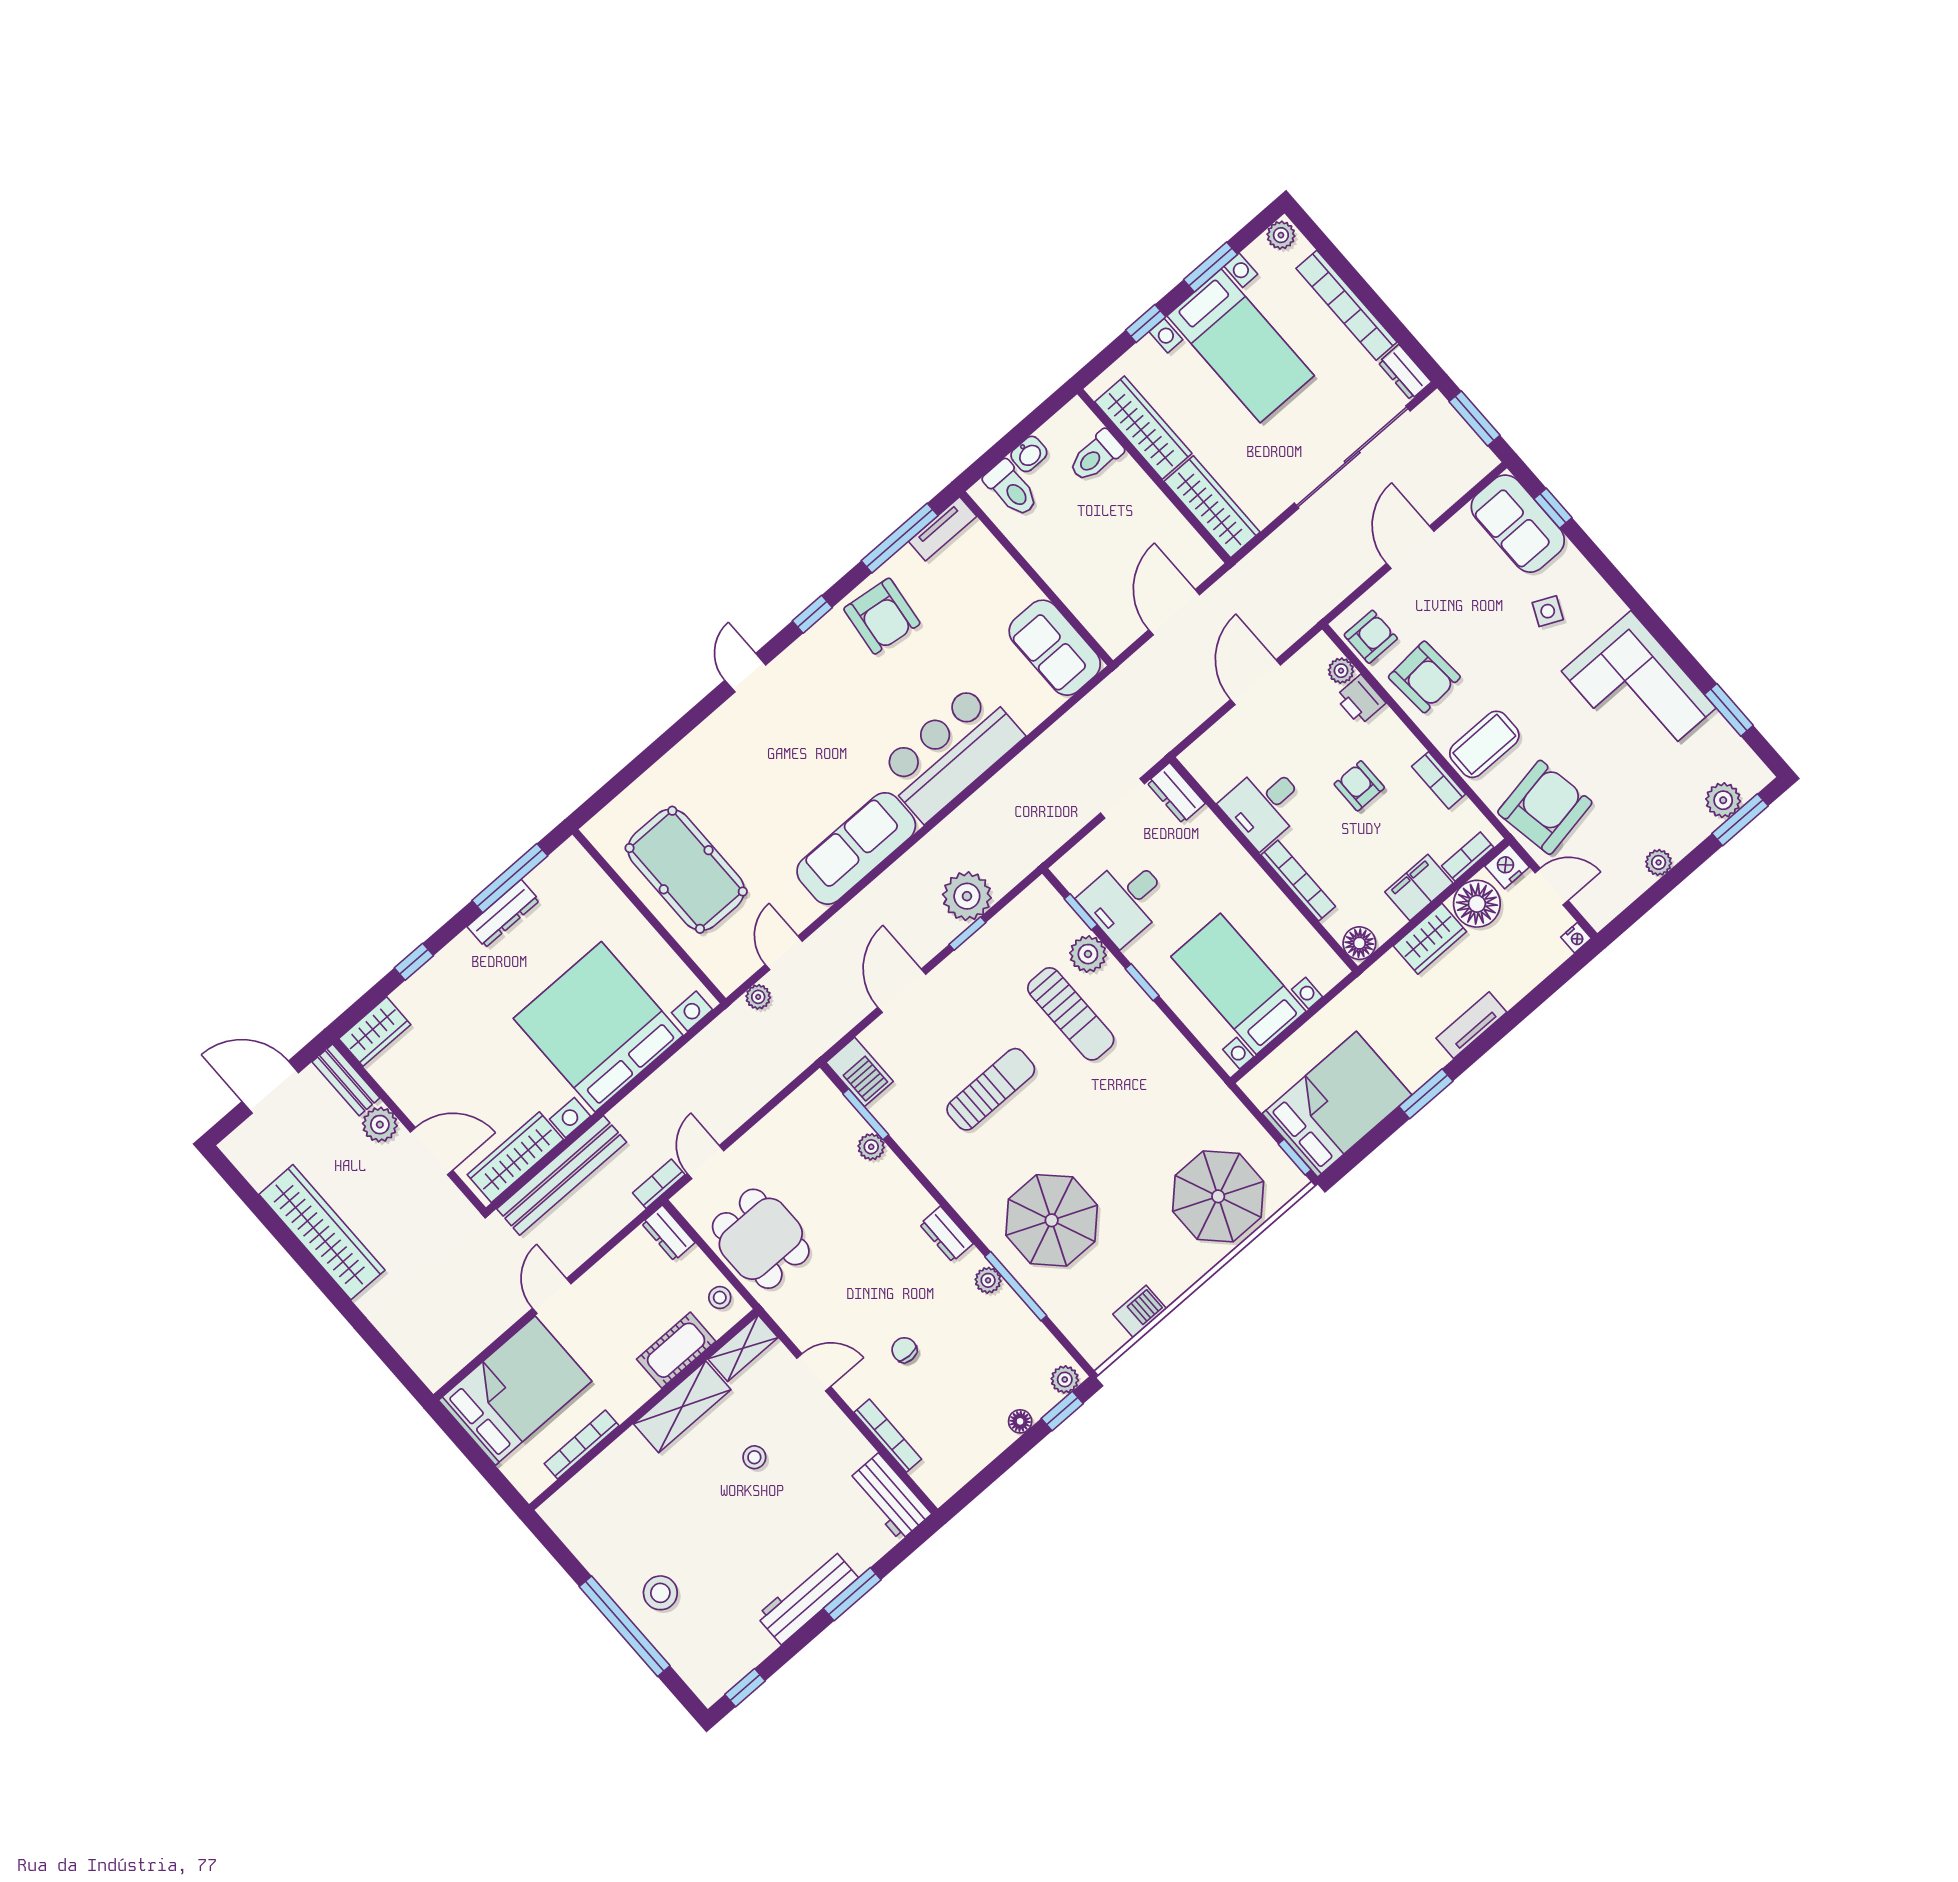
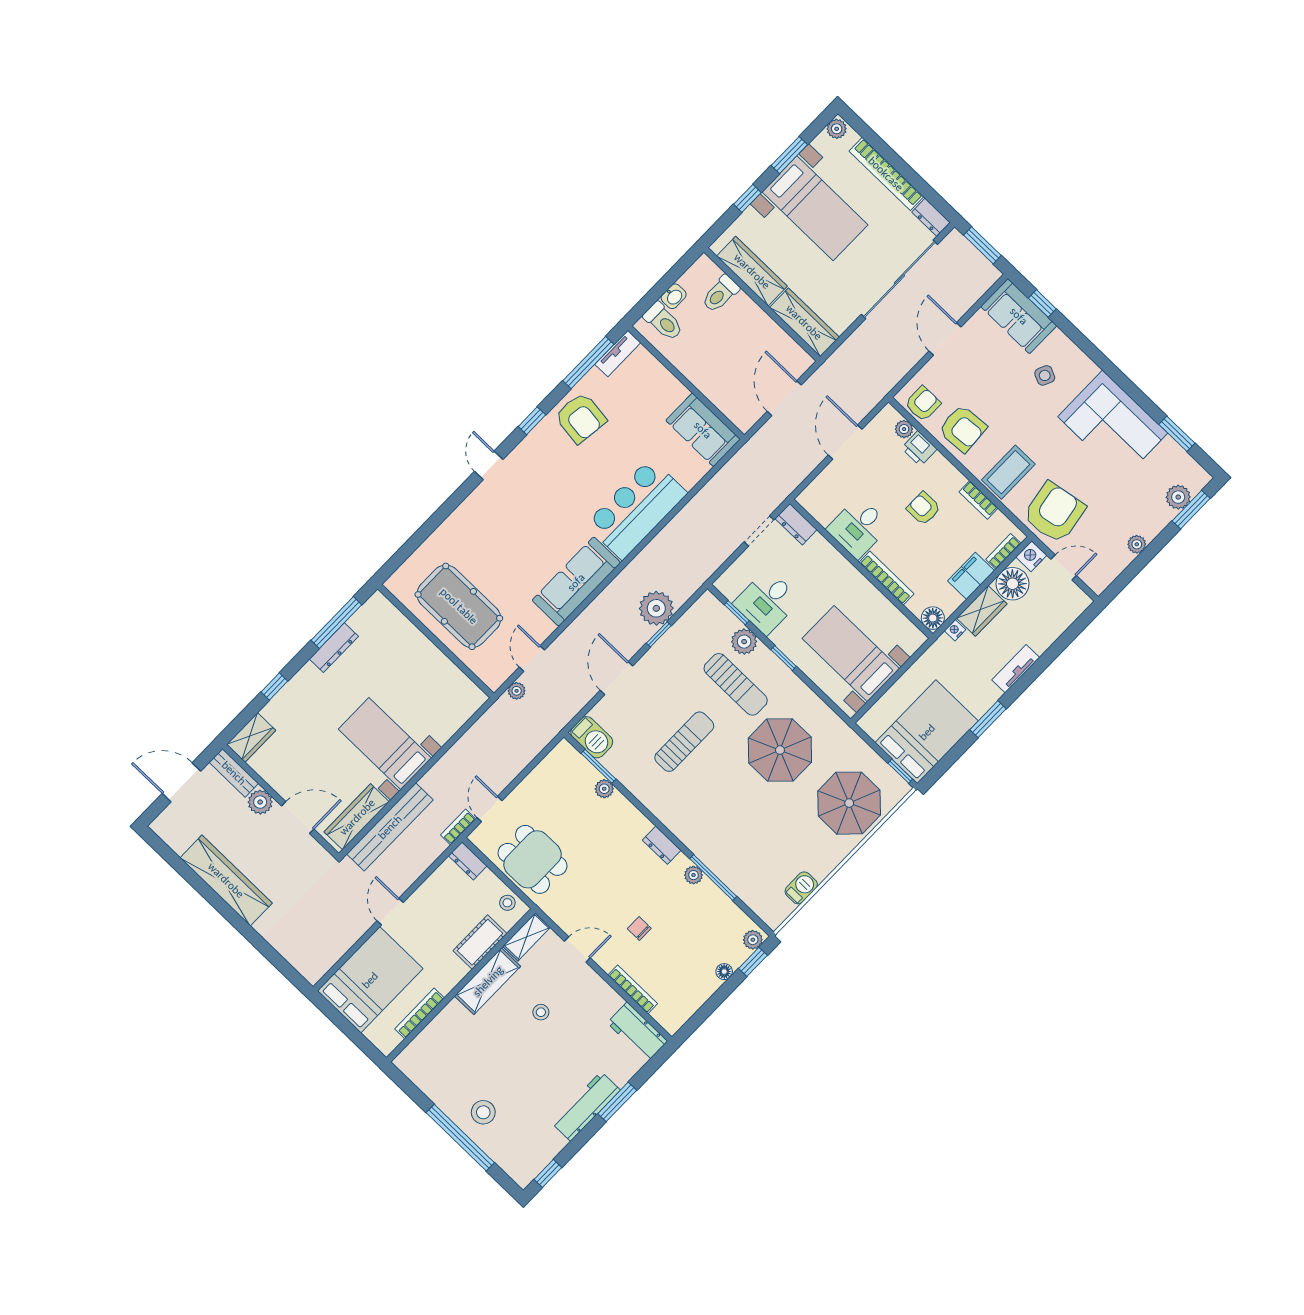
nightstand: (1576, 938) -> (955, 630), moved, turned 180
bed with nightstands: (598, 1027) -> (385, 744), width x0.54
parasol: (1052, 1220) -> (780, 750), moved

